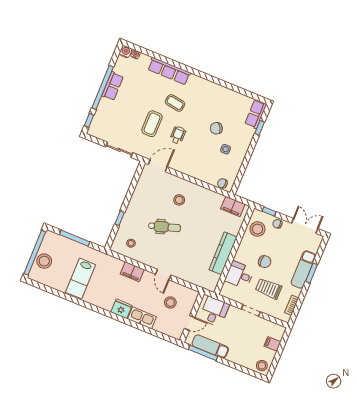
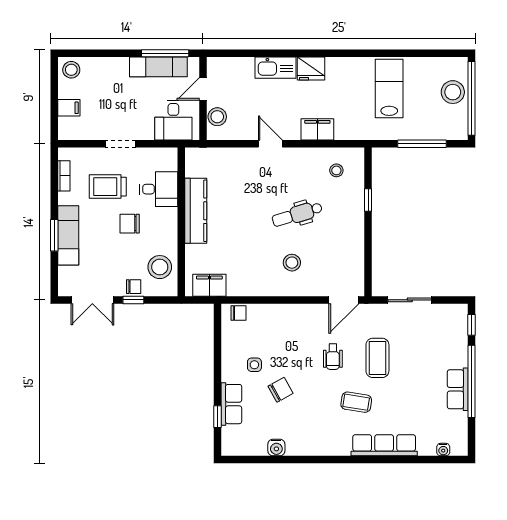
water cooler: (126, 52) -> (276, 448), moved
row of seats: (256, 114) -> (231, 404), moved
window: (269, 211) -> (133, 300), moved
trolley: (269, 289) -> (108, 187), turned 180
stool: (170, 303) -> (217, 117), moved

